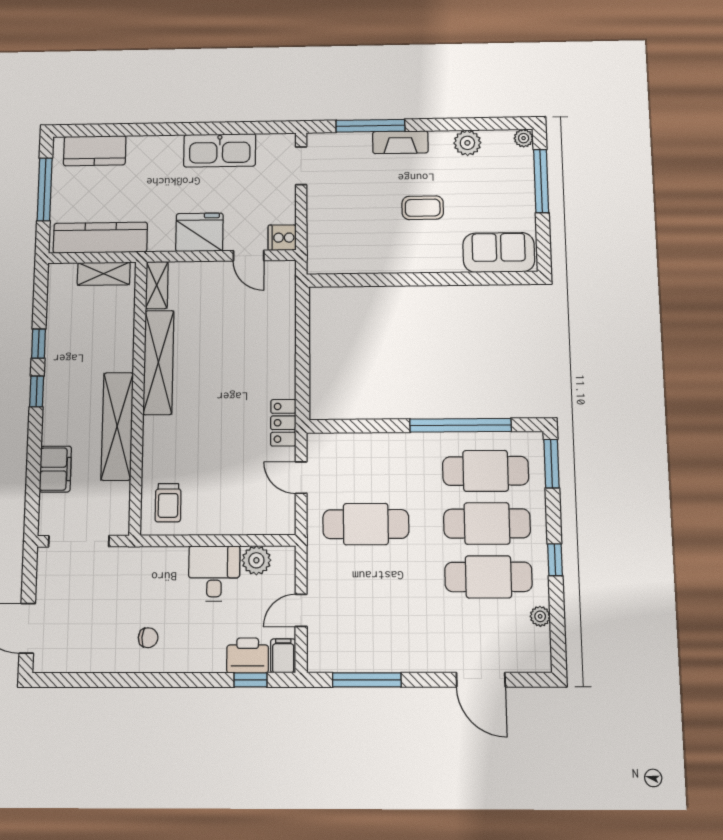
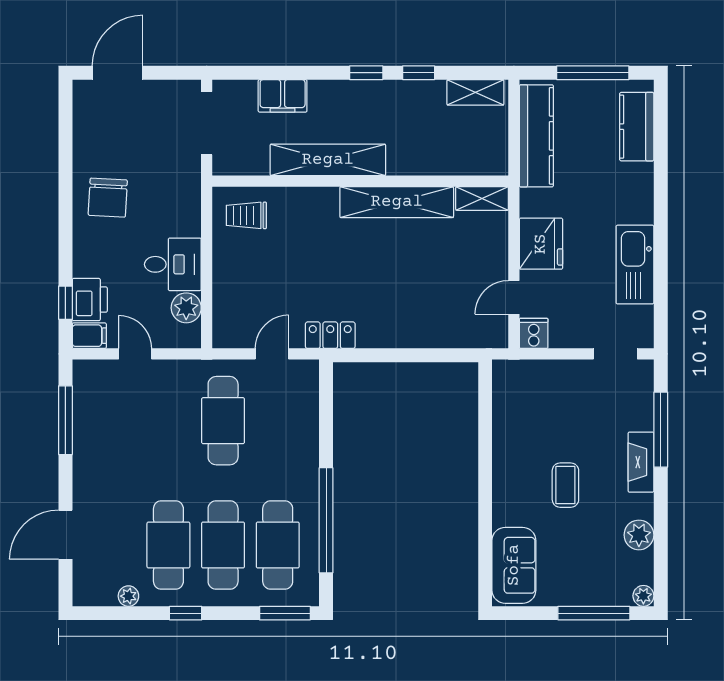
shelving: (104, 274) -> (475, 92), moved, turned 90
chair: (148, 638) -> (108, 198), width x1.87, depth x1.87

